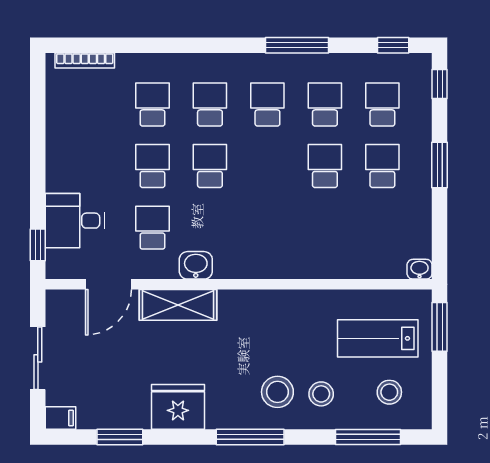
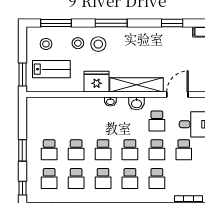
school desk: (95, 166) -> (184, 150), added
school desk: (267, 166) -> (103, 150), added
washbasin: (420, 269) -> (110, 102), moved
shelving: (178, 305) -> (136, 85), width x1.47
fridge: (178, 407) -> (97, 82), moved, turned 180

